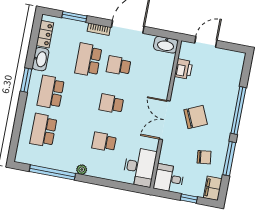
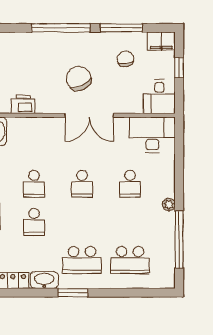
school desk: (88, 60) -> (34, 222), width x0.54

